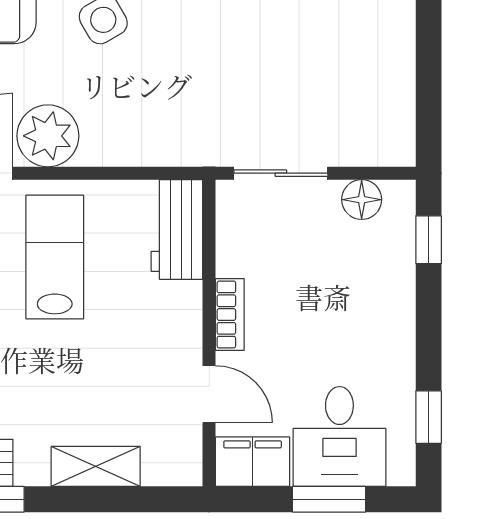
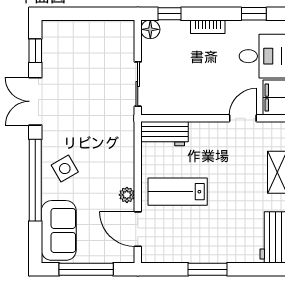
plant: (48, 136) -> (127, 195), width x0.53, depth x0.53
floor lamp: (362, 200) -> (150, 29), moved
bookcase: (230, 315) -> (208, 27), moved, turned 180

